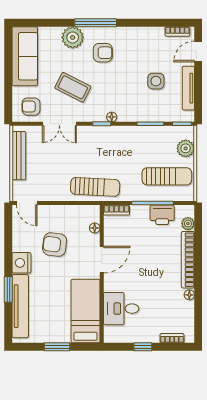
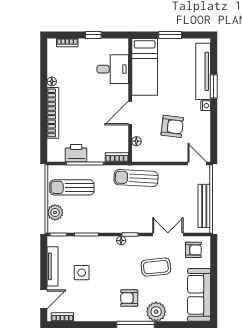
coffee table: (73, 87) -> (156, 267), turned -33
plant: (188, 224) -> (53, 145), removed
nightstand: (21, 263) -> (206, 106), width x0.53, depth x0.56

